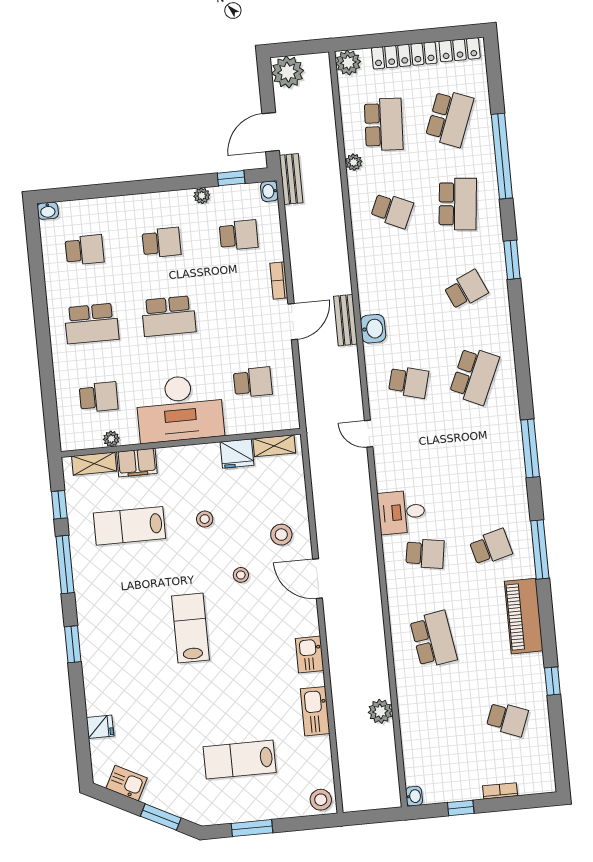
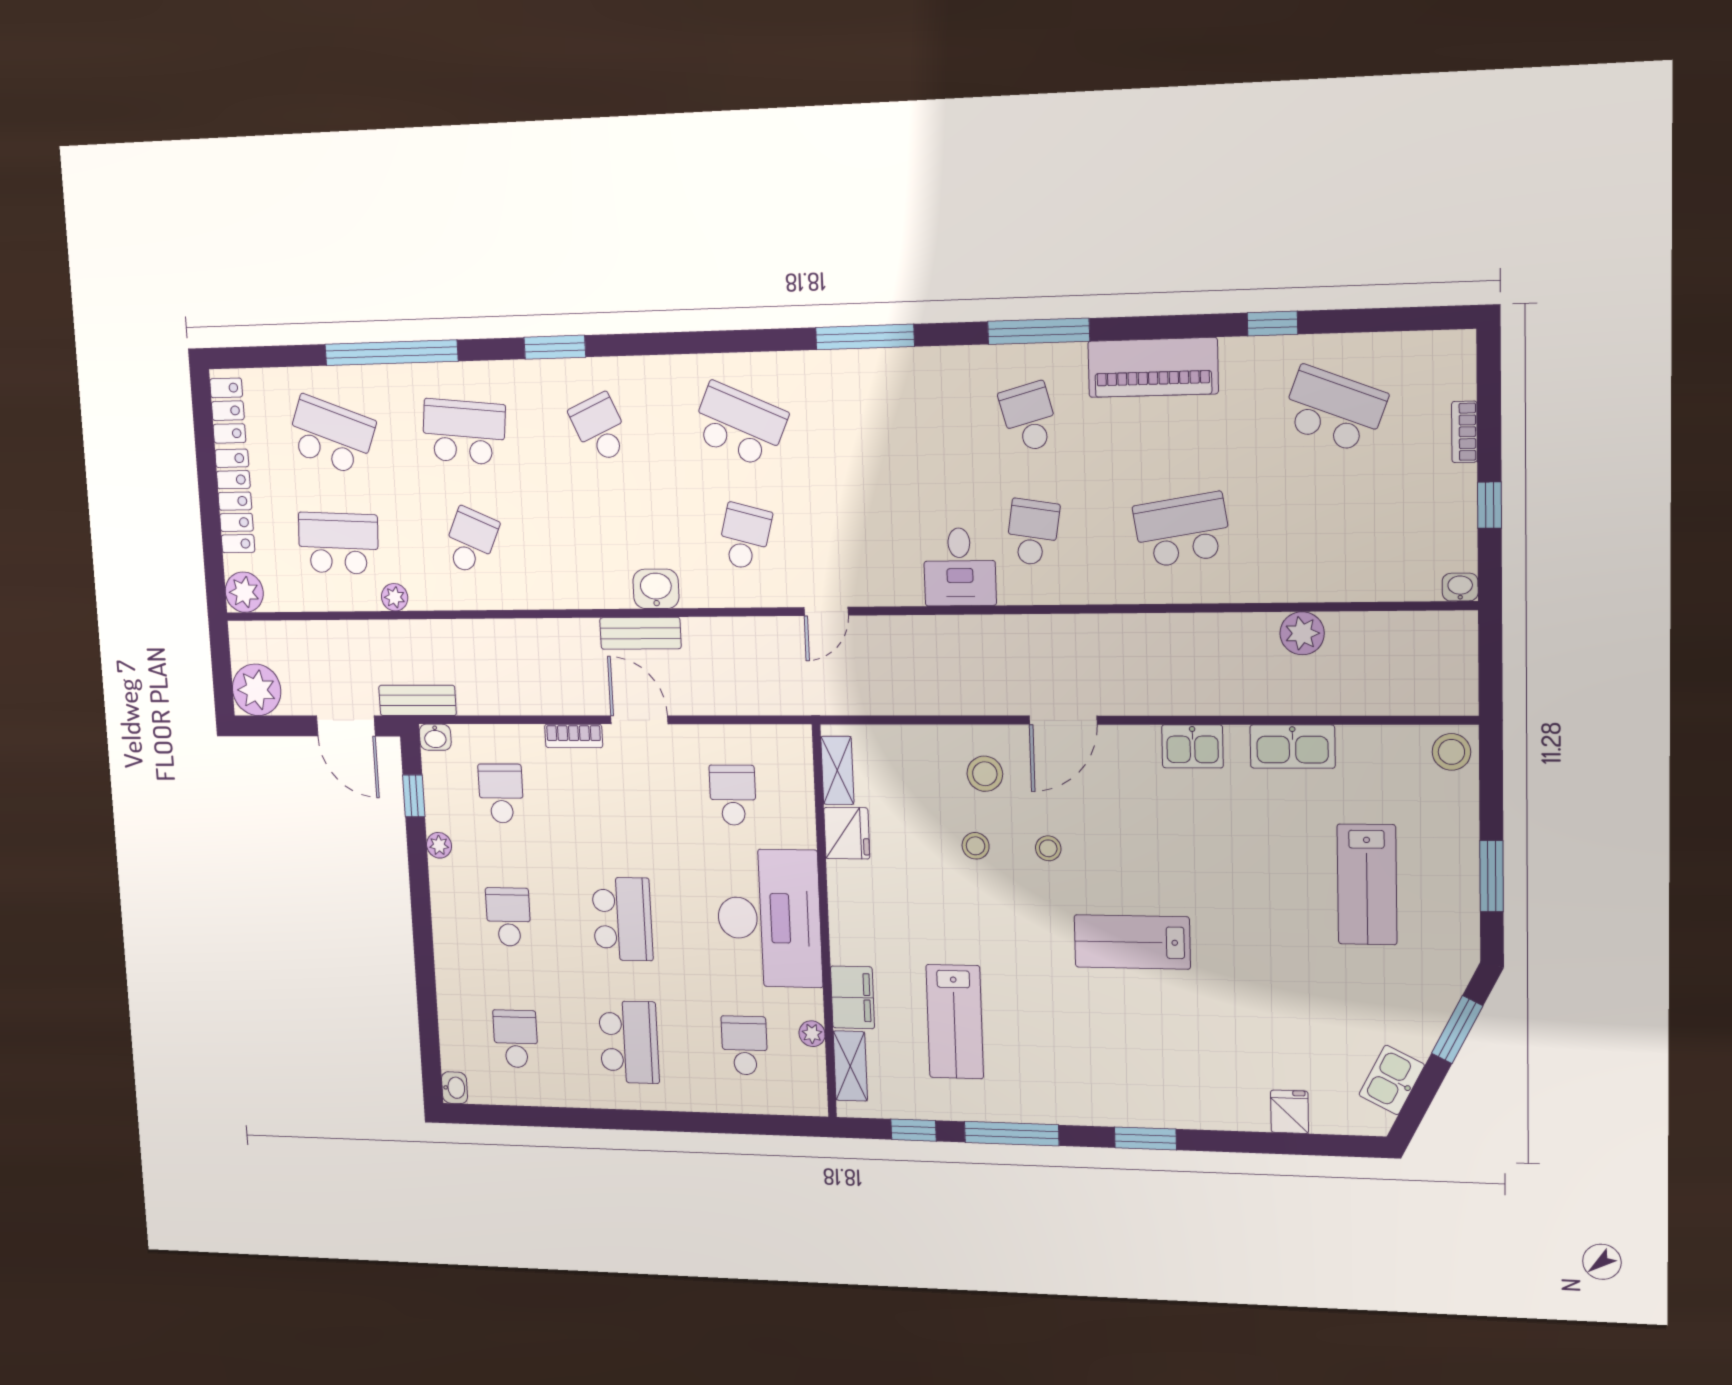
stool: (205, 519) -> (976, 846), moved
school desk: (507, 719) -> (1334, 409), width x1.85

